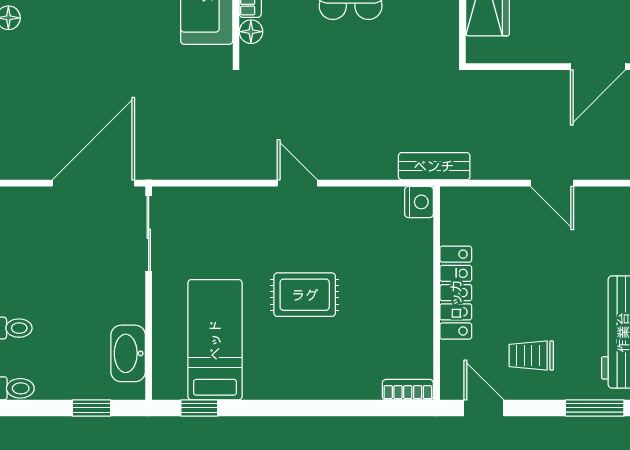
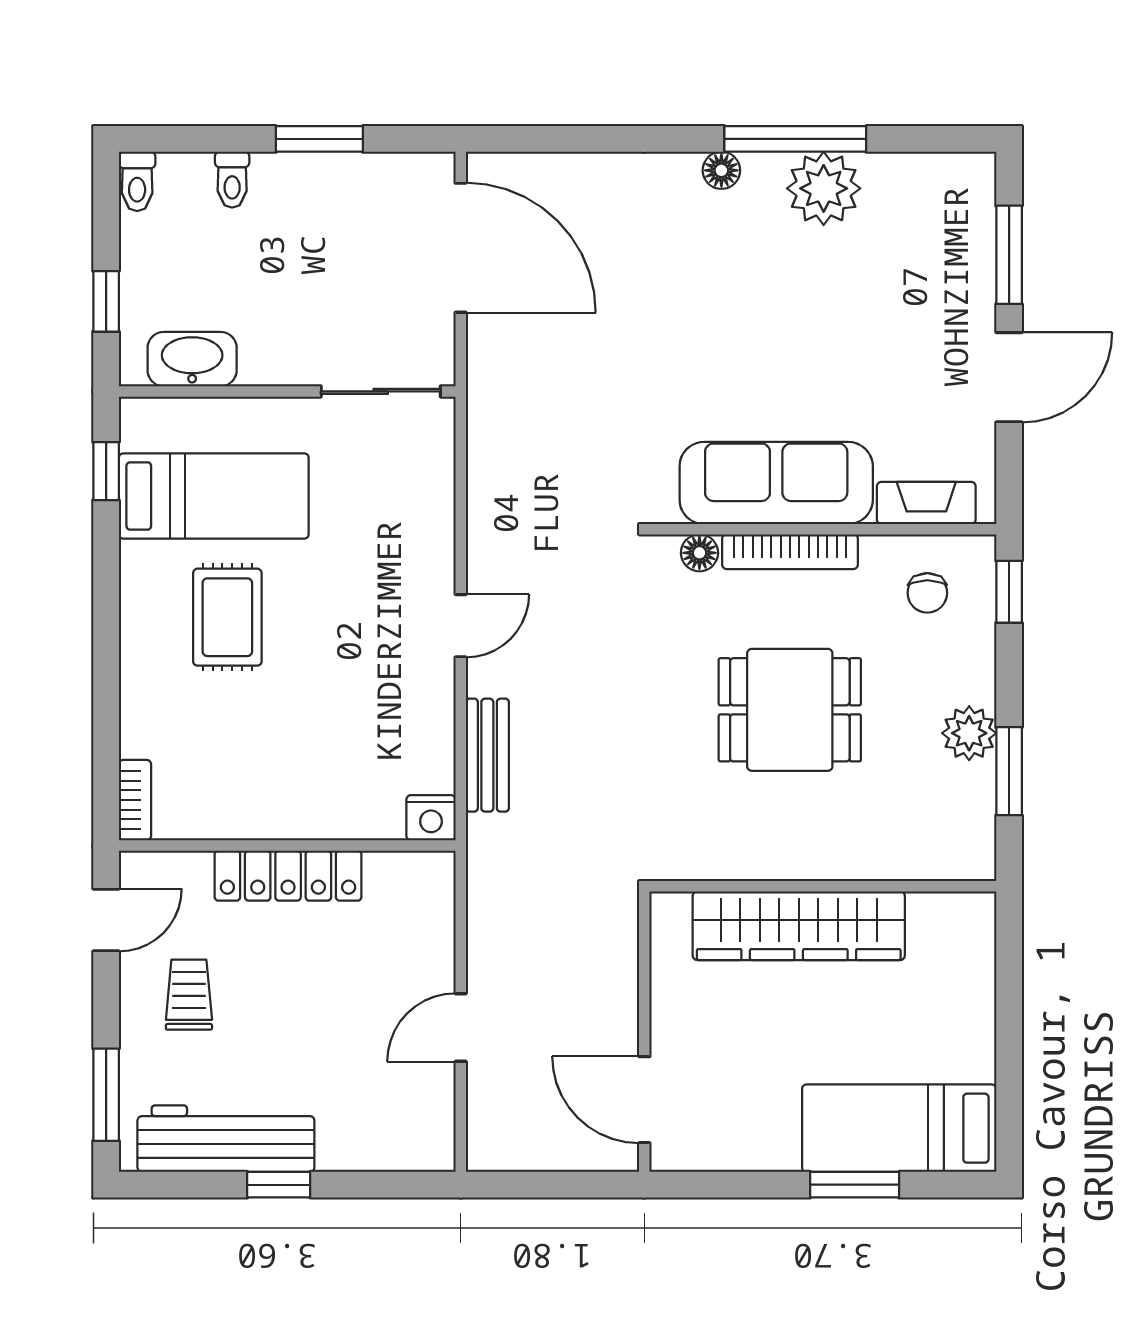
bench: (434, 166) -> (487, 755), moved
door: (94, 183) -> (461, 248), moved
rug: (305, 295) -> (227, 617), moved

